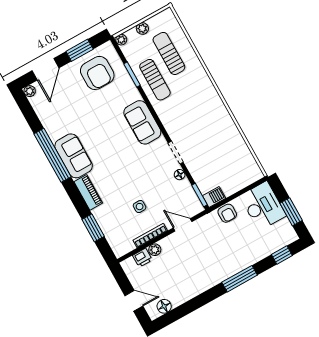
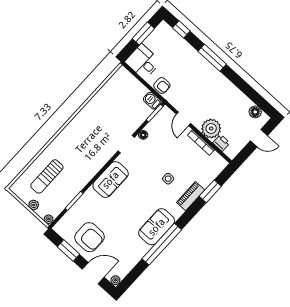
armchair: (97, 73) -> (90, 237), moved, turned 90
sun lounger: (155, 80) -> (72, 181), removed
piano: (88, 192) -> (191, 196), moved
desk: (263, 206) -> (143, 62), width x0.73
side table: (140, 207) -> (168, 179), moved
armchair: (227, 213) -> (162, 86), turned 90
plant: (155, 250) -> (211, 129), width x1.87, depth x1.87
door: (134, 301) -> (259, 138), swing flipped

